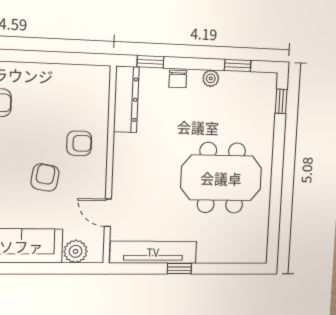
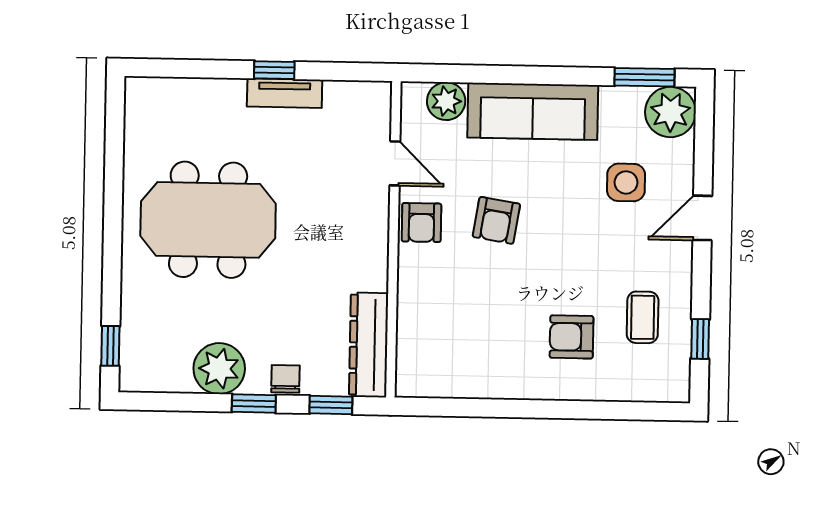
window: (238, 66) -> (254, 404), moved
plant: (211, 78) -> (219, 369), width x1.88, depth x1.88
armchair: (79, 143) -> (421, 223), moved, turned -90
tv unit: (153, 252) -> (285, 93), width x0.52, depth x0.78

